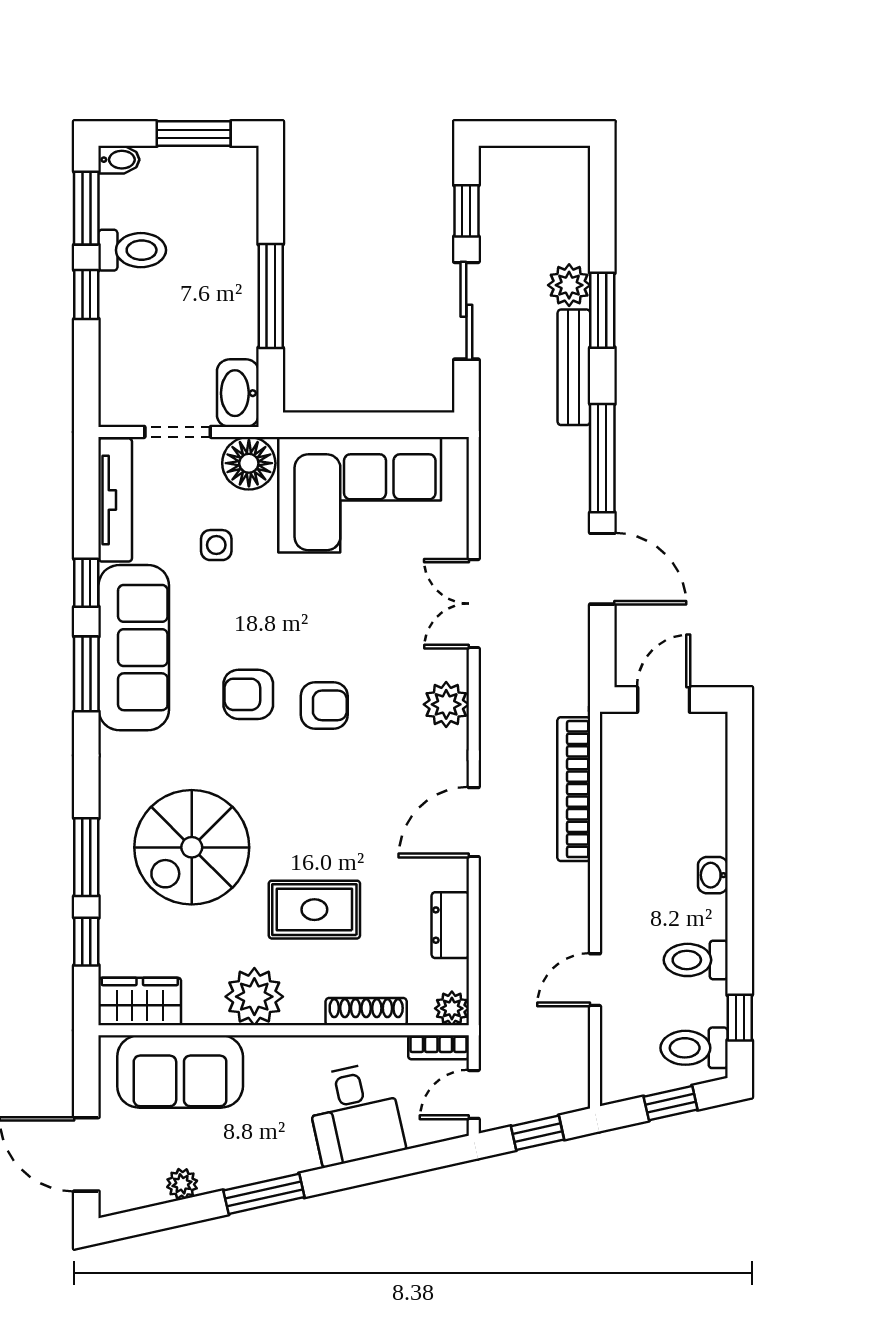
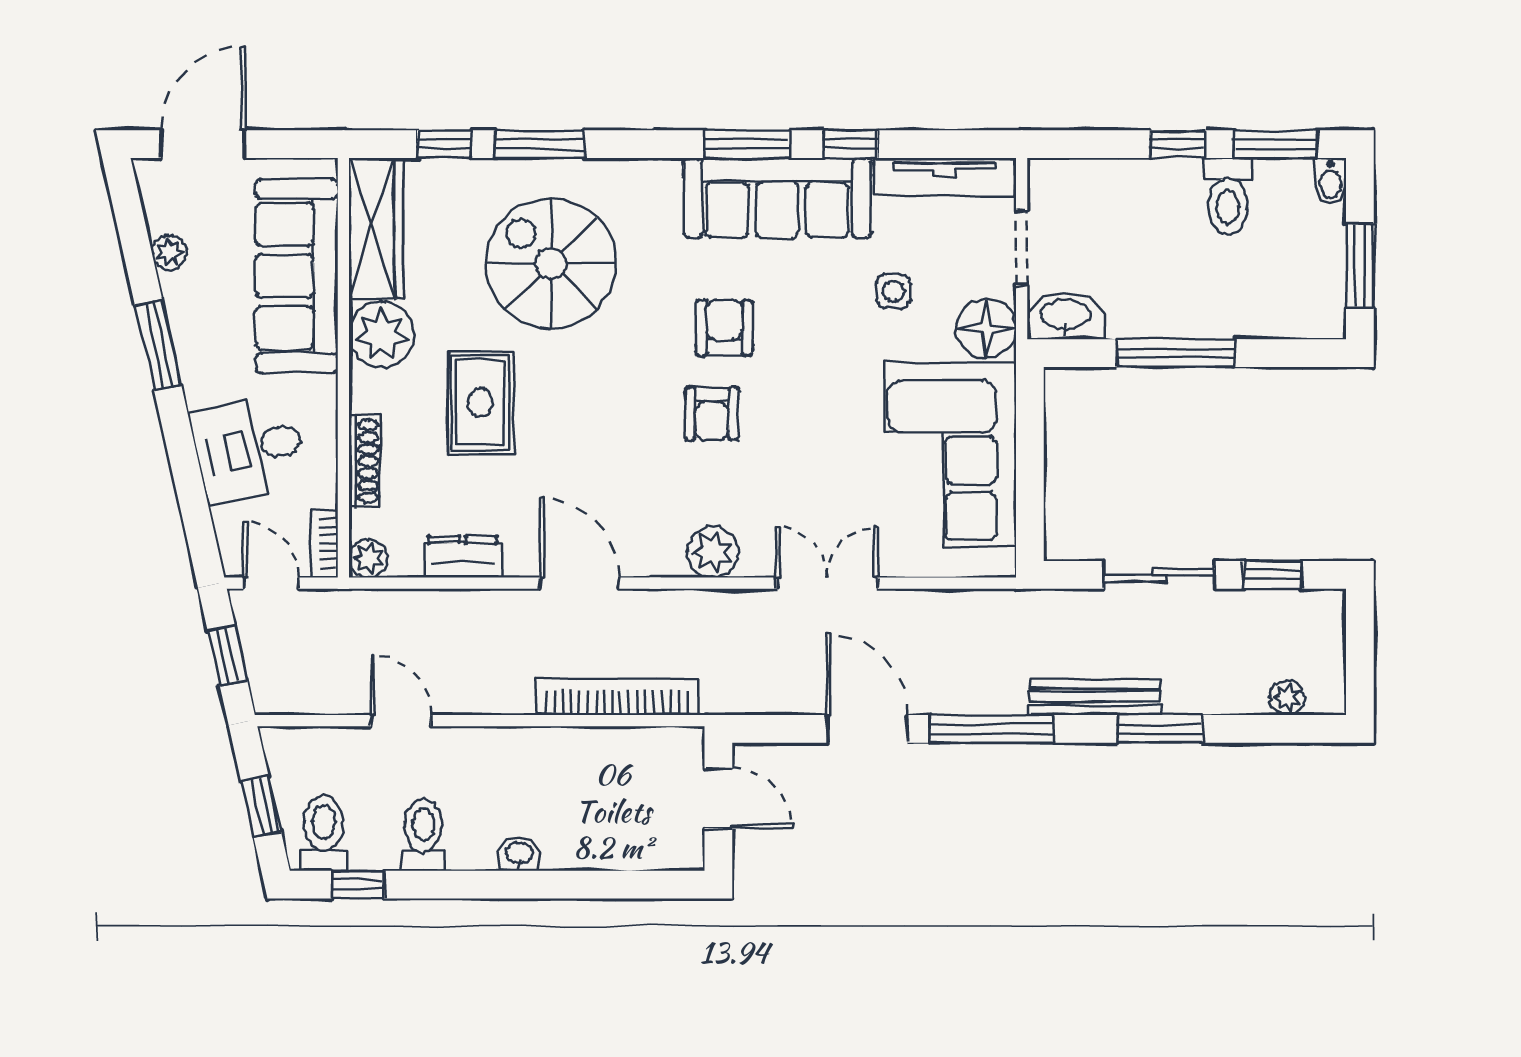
plant: (569, 285) -> (1287, 698), moved, width x0.73, depth x0.73
door: (602, 569) -> (867, 729), swing flipped
wardrobe: (140, 1002) -> (376, 228), width x1.50
sofa: (180, 1071) -> (297, 276), width x1.36

